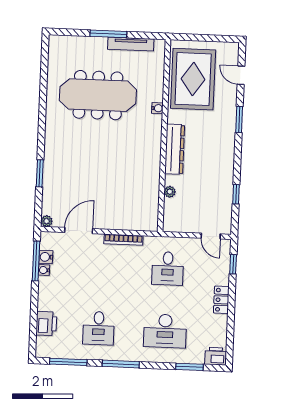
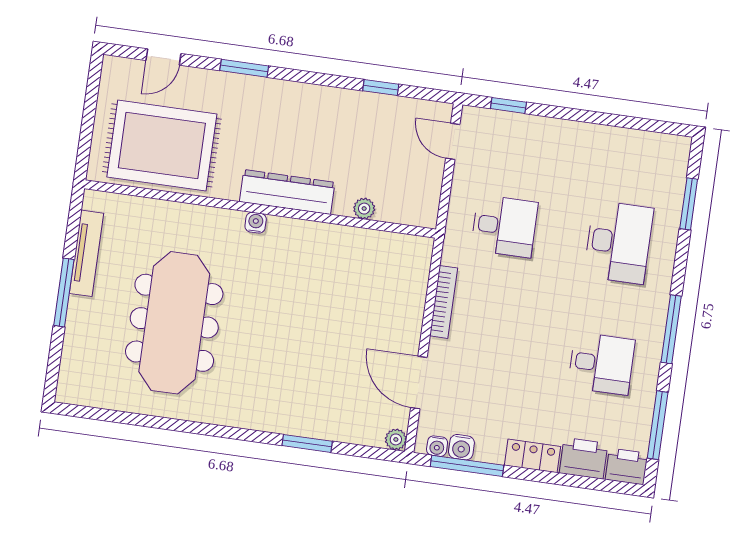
water cooler: (157, 108) -> (256, 223), moved
door: (211, 236) -> (453, 141), swing flipped
water cooler: (44, 270) -> (437, 446), moved
locker: (221, 300) -> (533, 456), moved, turned 180
printer: (216, 356) -> (627, 466), moved, turned 90

